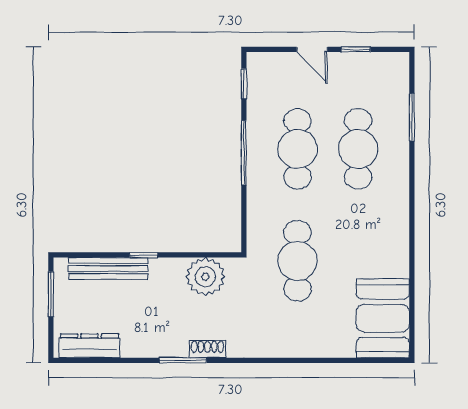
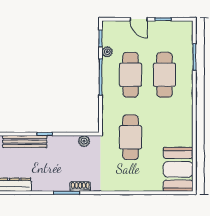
plant: (256, 108) -> (107, 52), added
plant: (205, 277) -> (84, 141), width x0.53, depth x0.53

